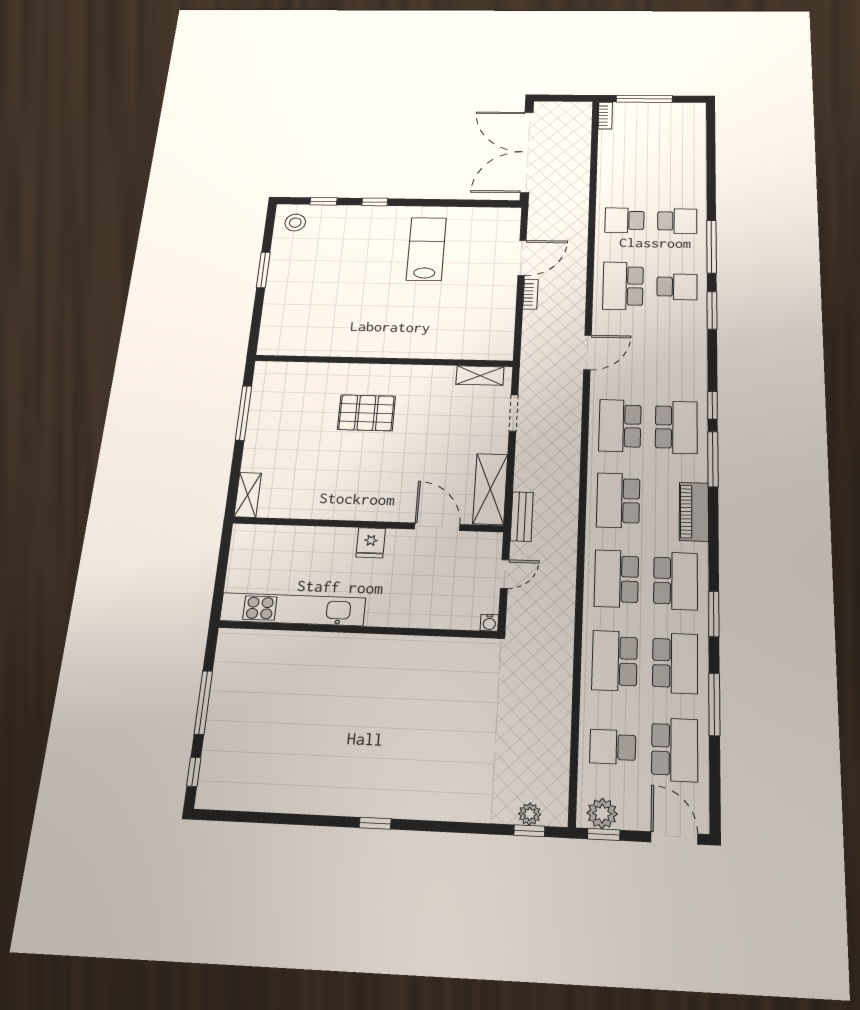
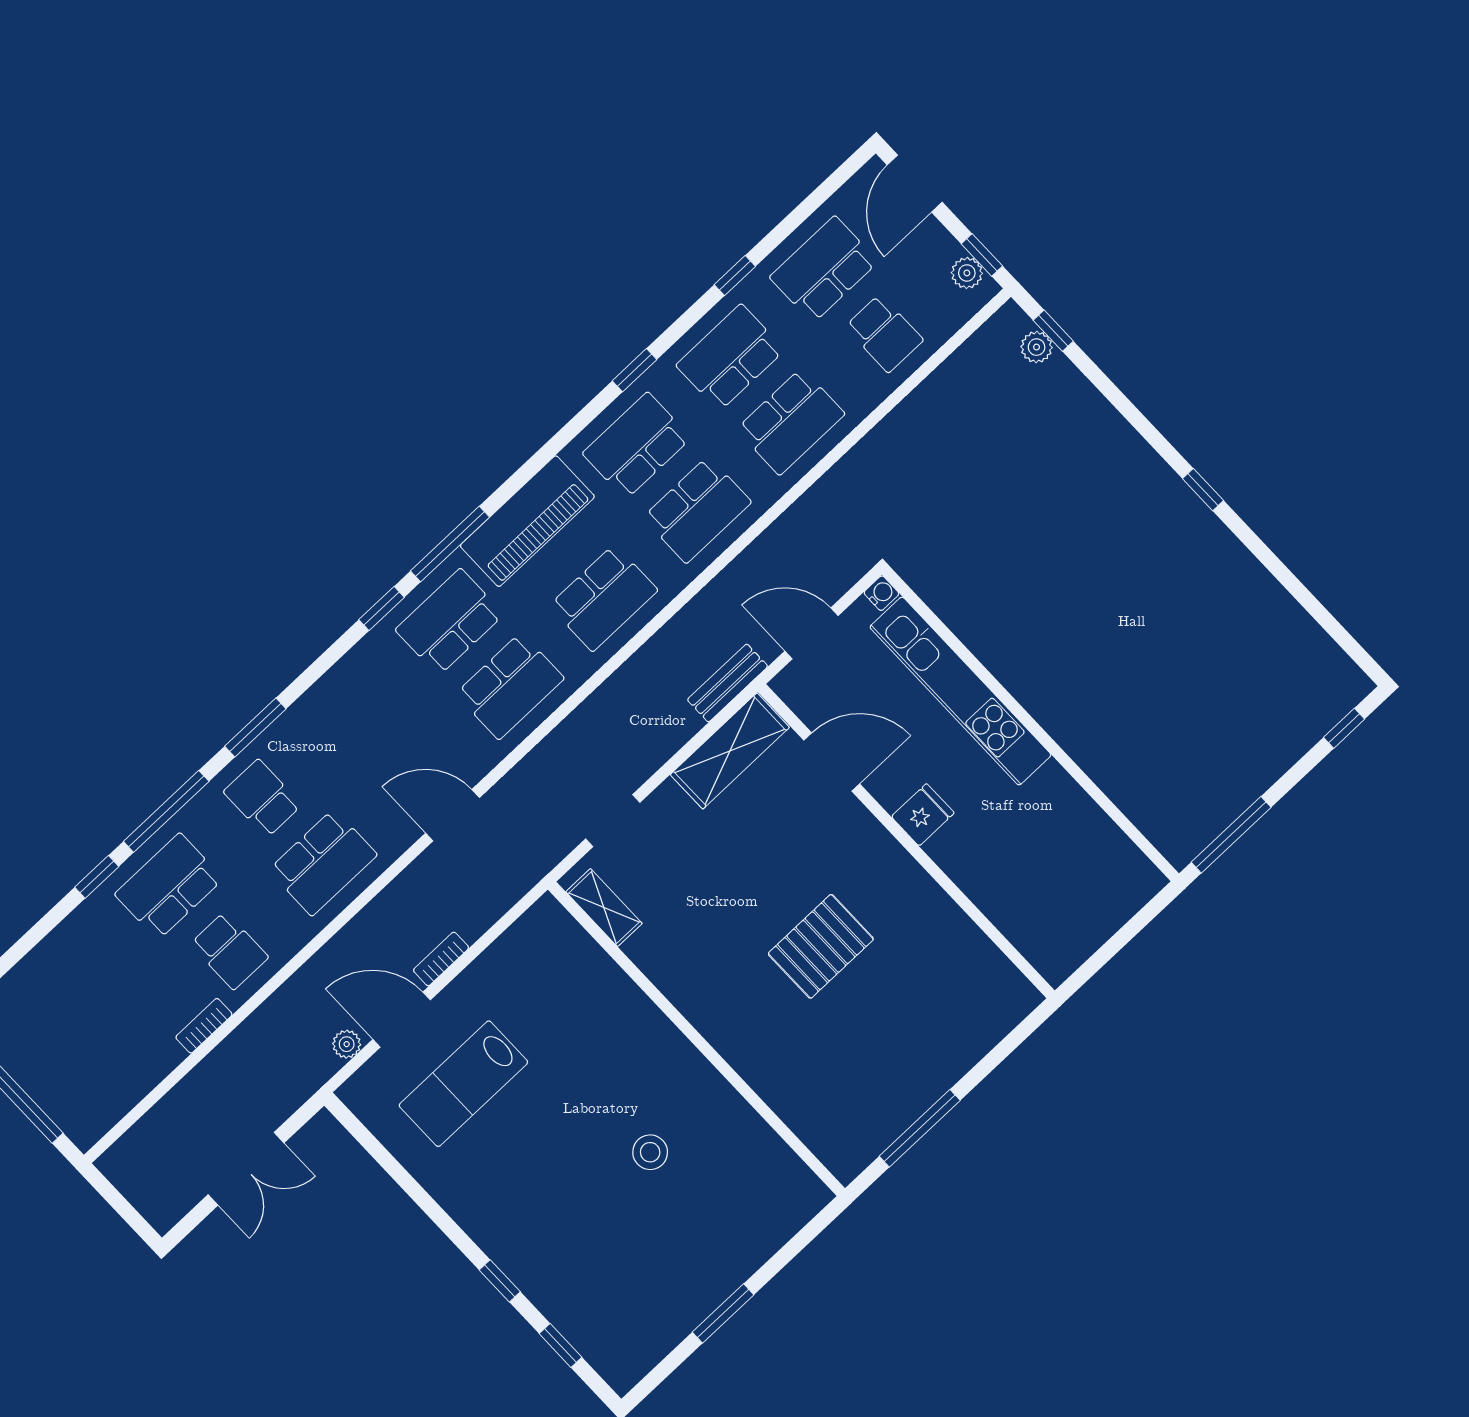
bookcase: (605, 116) -> (204, 1026), moved
double door: (527, 152) -> (246, 1169), width x0.54
window: (711, 199) -> (97, 877), added
school desk: (677, 221) -> (169, 886), width x1.85
stool: (295, 223) -> (650, 1152), moved
plant: (535, 229) -> (347, 1044), added
lab bench: (426, 249) -> (463, 1084), moved
pallet: (366, 413) -> (821, 946), moved, turned 90
shelving: (248, 495) -> (1007, 1012), removed
piano: (694, 512) -> (527, 521), width x1.37, depth x1.33
door: (437, 527) -> (832, 762), swing flipped
door: (505, 574) -> (812, 633), width x1.38
kitchen unit: (293, 609) -> (960, 691), moved
window: (714, 614) -> (634, 370), width x0.67
window: (203, 702) -> (1231, 835), moved
window: (714, 704) -> (735, 276), width x0.46
plant: (602, 813) -> (967, 273), width x0.73, depth x0.73

